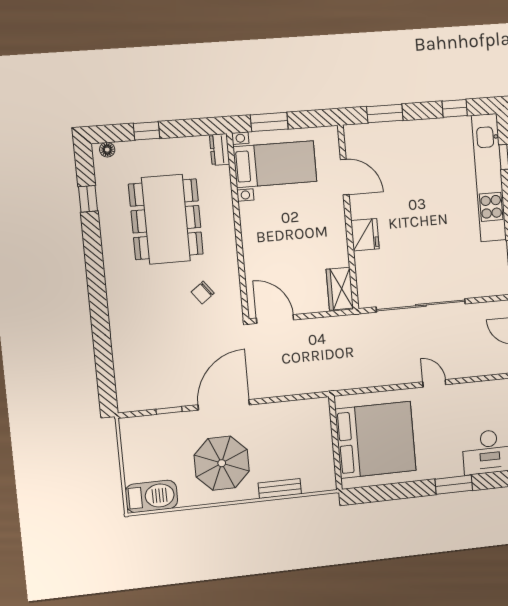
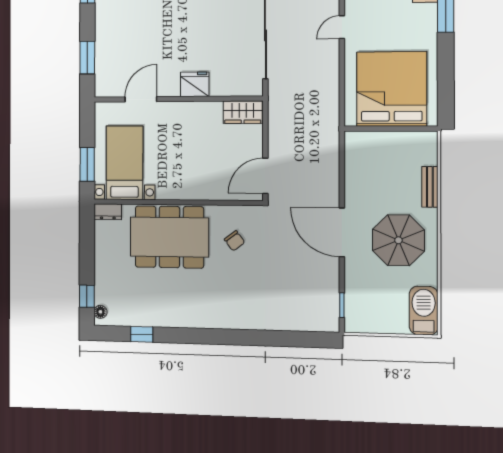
window: (147, 131) -> (87, 296), moved
dining table: (166, 219) -> (169, 237), moved
window: (169, 410) -> (342, 305), moved

